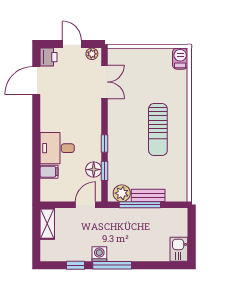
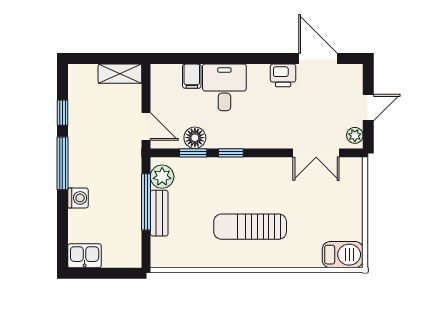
printer: (49, 57) -> (283, 75), moved
barbecue: (180, 59) -> (343, 255), width x1.38, depth x1.27
washing machine: (99, 254) -> (78, 198), moved

